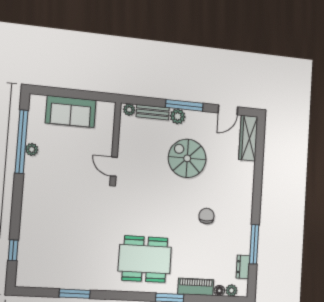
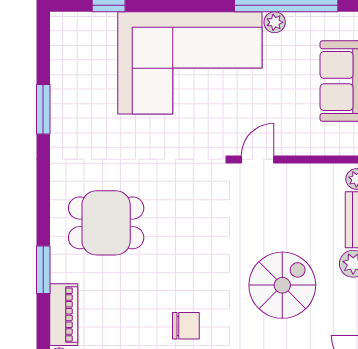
corner sofa: (53, 203) -> (190, 63), added
dining table: (145, 259) -> (106, 223), width x0.73

